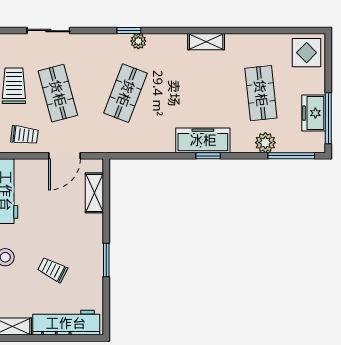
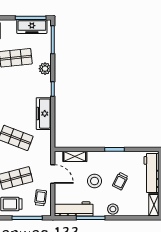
freezer: (314, 113) -> (32, 27), width x1.40
freezer: (203, 140) -> (44, 114), moved
plant: (265, 143) -> (45, 69), moved
stool: (53, 226) -> (95, 181), added

